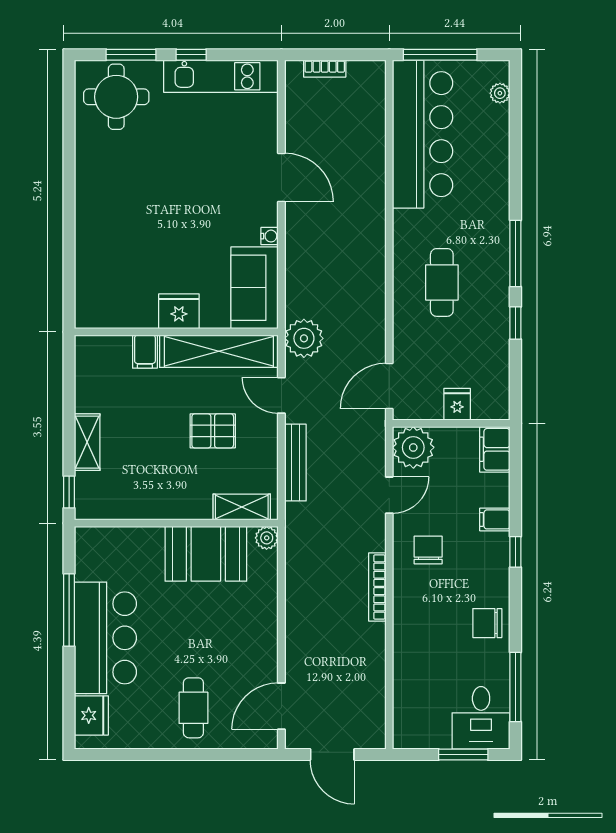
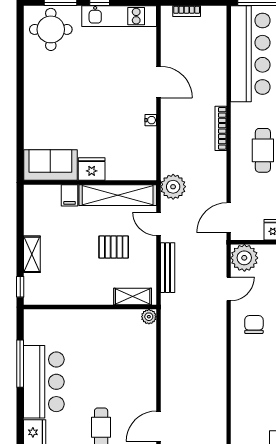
sofa: (255, 288) -> (50, 165), moved, turned 90
booth: (206, 554) -> (109, 327), removed
bookcase: (377, 587) -> (221, 128), moved

